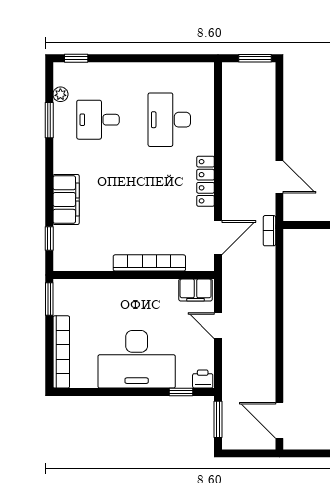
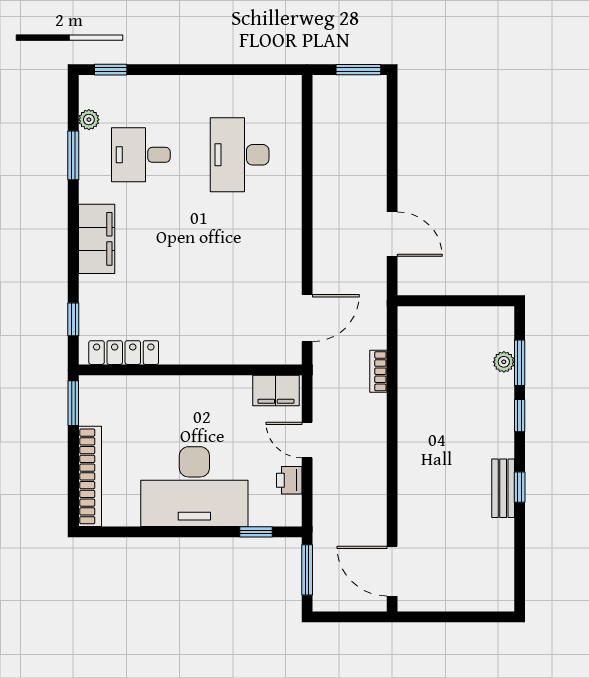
locker: (206, 181) -> (124, 353), moved, turned 90
filing cabinet: (66, 200) -> (97, 239), moved
bookcase: (269, 231) -> (378, 371), moved
bookcase: (149, 263) -> (212, 353), removed
printer: (203, 379) -> (289, 480), moved, turned -90

